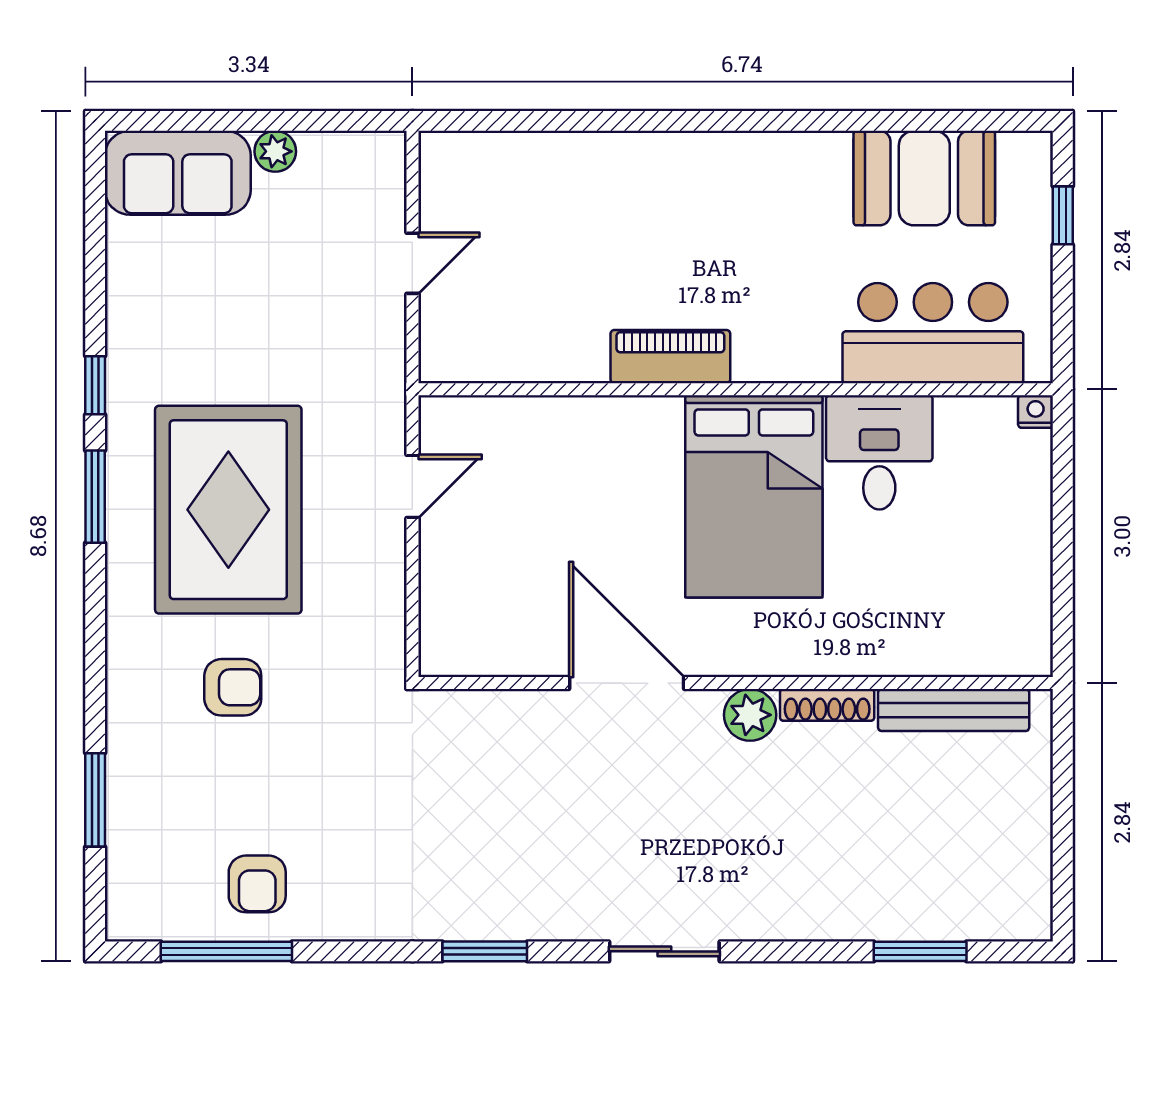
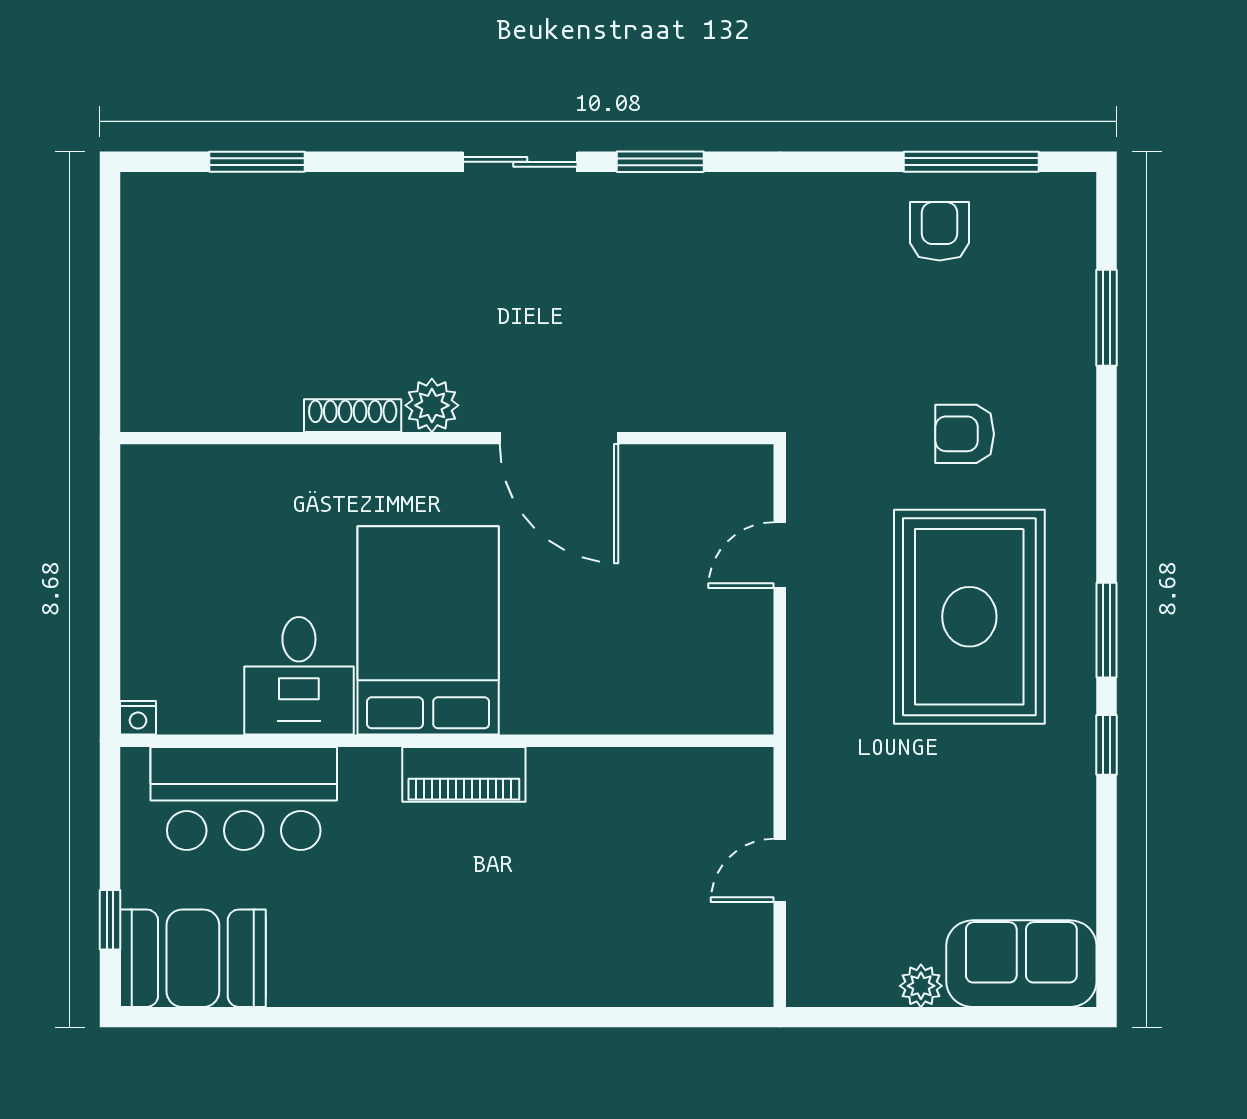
booth: (924, 178) -> (193, 958), moved
piano: (670, 357) -> (464, 774), moved
door: (412, 486) -> (780, 555), moved
bench: (954, 710) -> (222, 410), removed
window: (485, 951) -> (660, 162), moved

